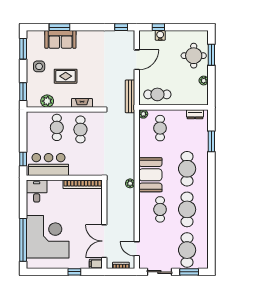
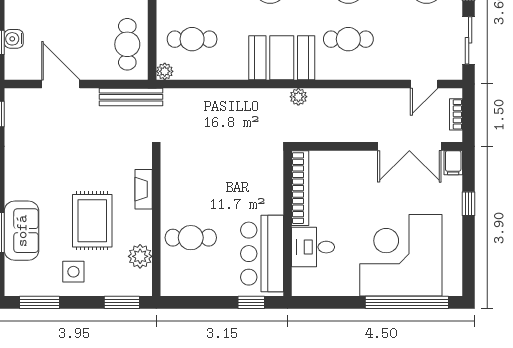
rug: (66, 76) -> (92, 221), width x1.36, depth x1.43
cafe table: (80, 129) -> (195, 192), removed
desk: (37, 191) -> (313, 247), moved

